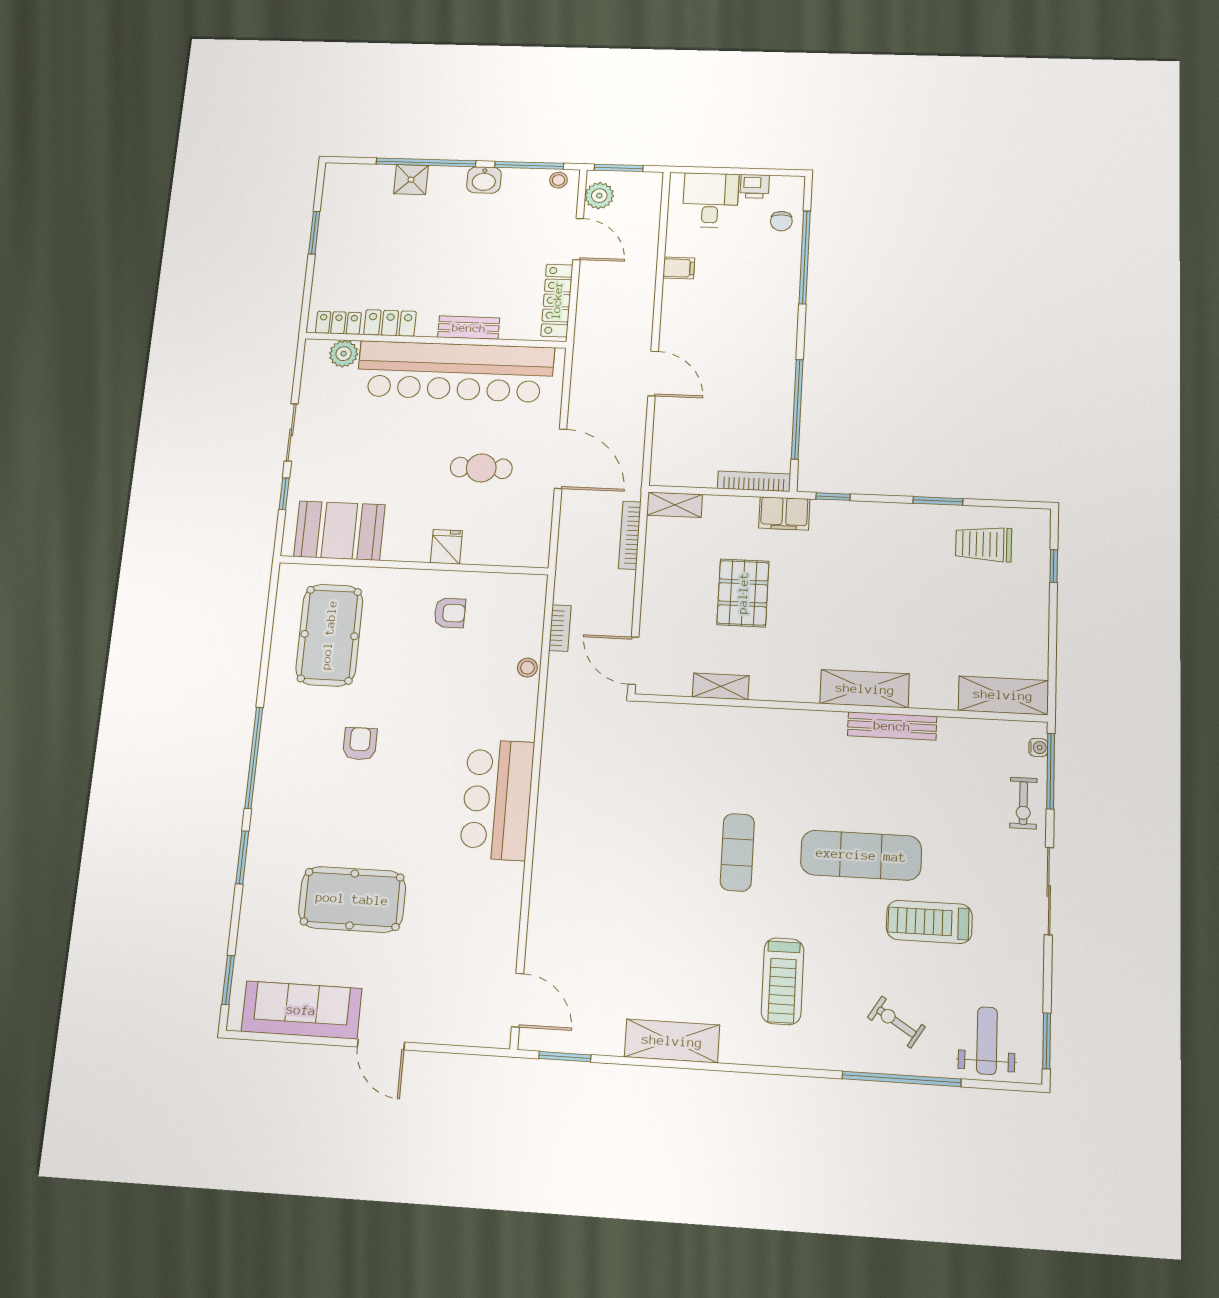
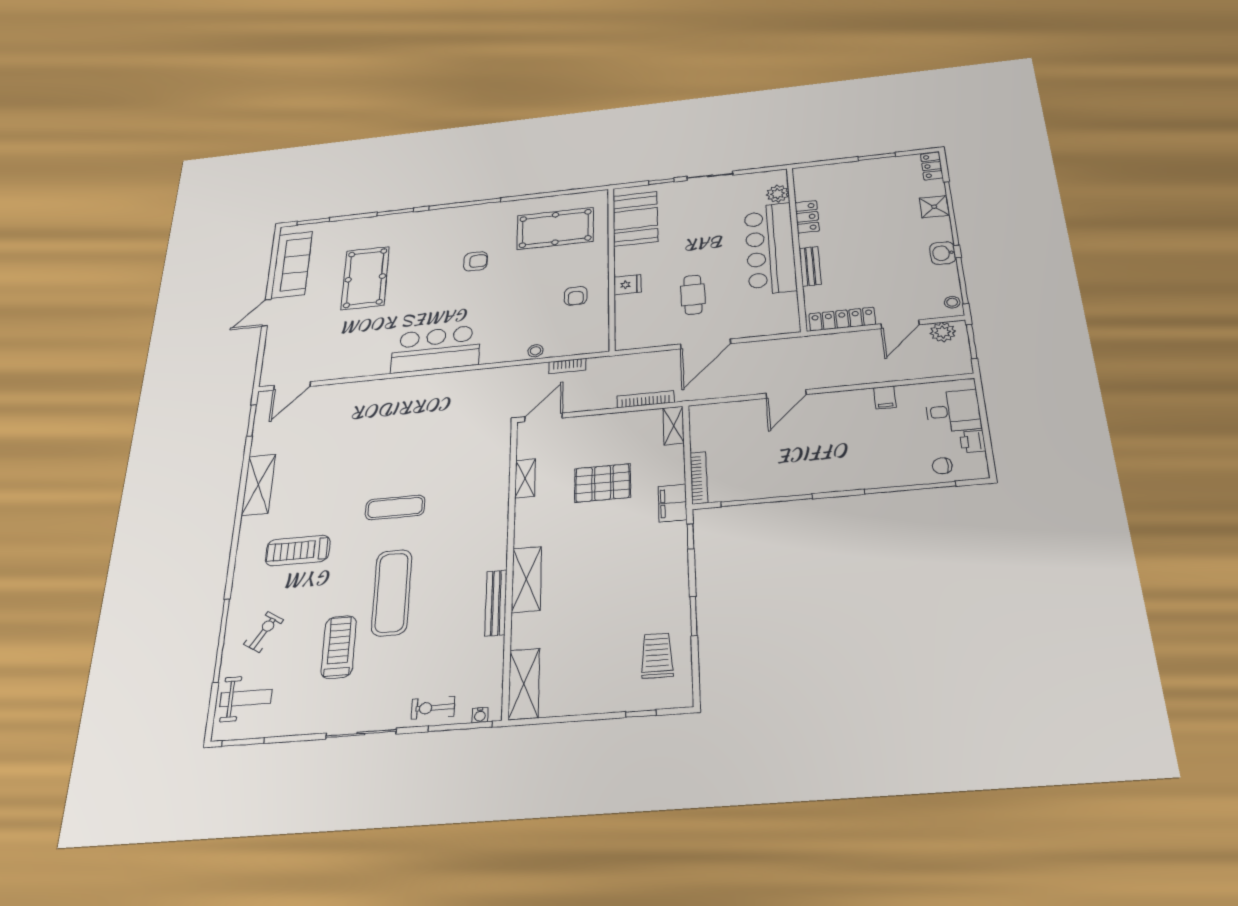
locker: (338, 323) -> (932, 166), moved, turned 180
bar counter: (455, 372) -> (770, 248), width x0.73

